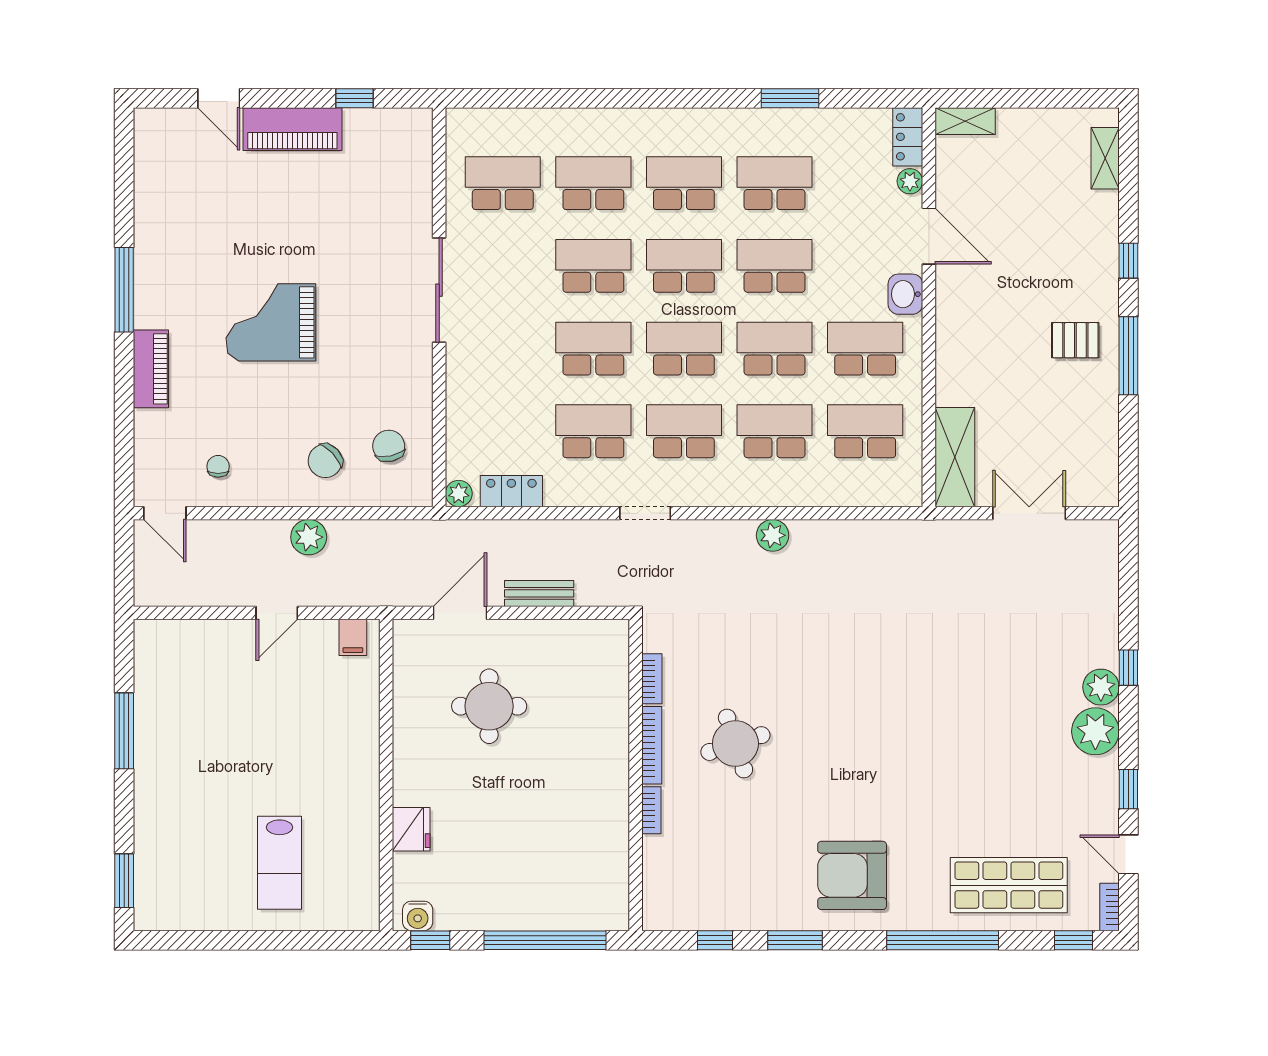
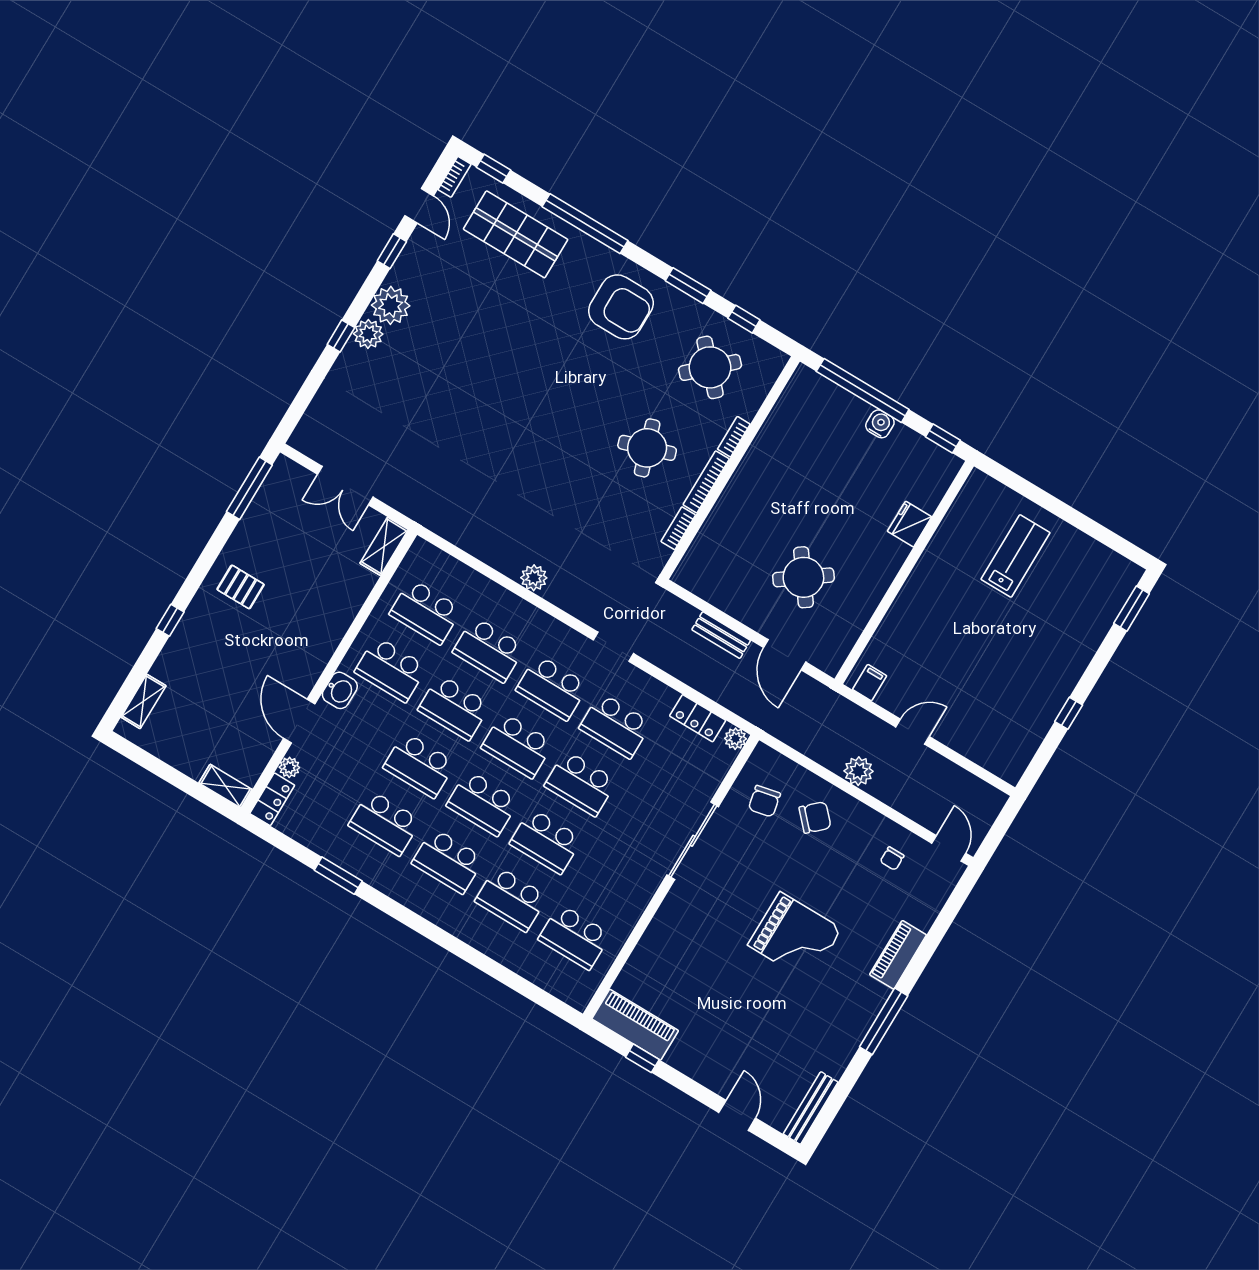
piano: (292, 129) -> (635, 1025), moved
bench: (146, 152) -> (811, 1108), added
sliding door: (439, 290) -> (693, 841), moved
window: (1128, 356) -> (249, 488), moved
shelving: (955, 457) -> (384, 546), width x0.67, depth x0.75
door: (460, 613) -> (785, 655), hinge flipped
round table: (489, 706) -> (803, 577), turned -36
window: (124, 731) -> (1069, 713), width x0.46
round table: (720, 868) -> (710, 367), added
water cooler: (418, 916) -> (880, 424), moved

